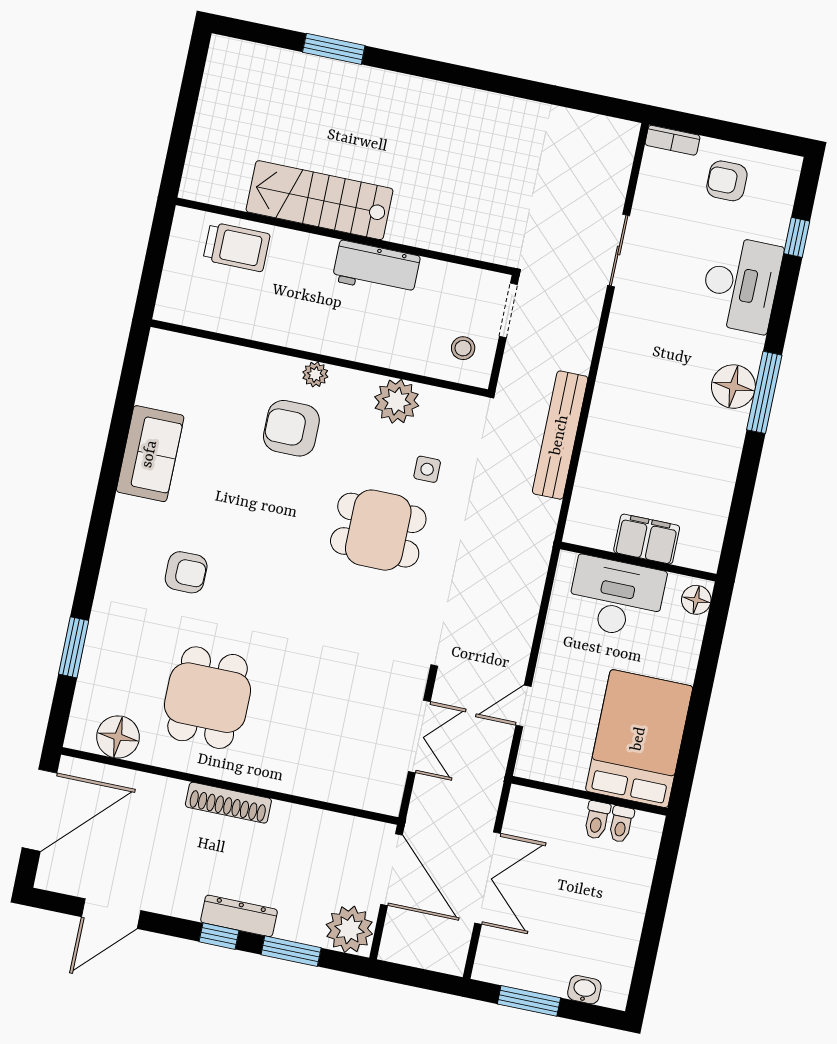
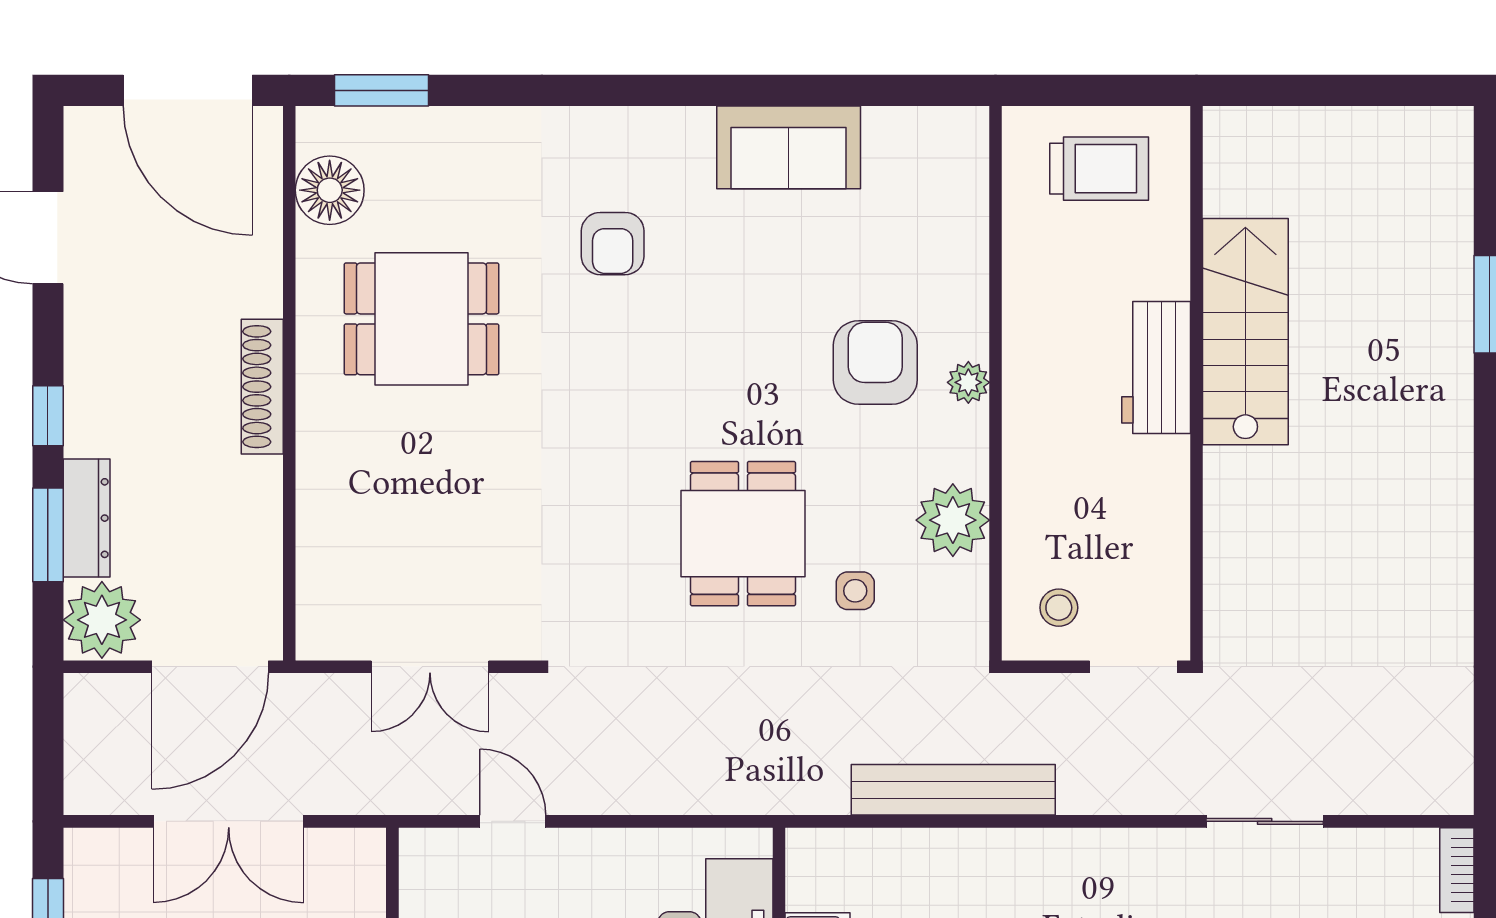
trolley: (237, 247) -> (1099, 169), moved, turned -90
workbench: (376, 268) -> (1156, 368), moved
window: (74, 647) -> (381, 90), moved
dresser: (239, 916) -> (87, 518), moved

